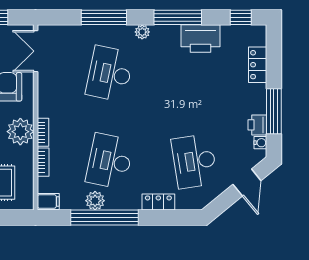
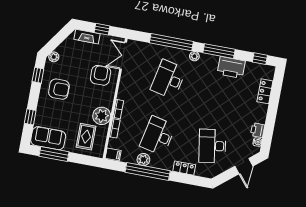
window: (104, 17) -> (171, 42), width x1.46
window: (274, 111) -> (270, 123), removed
plant: (20, 132) -> (102, 116), moved

